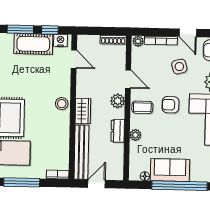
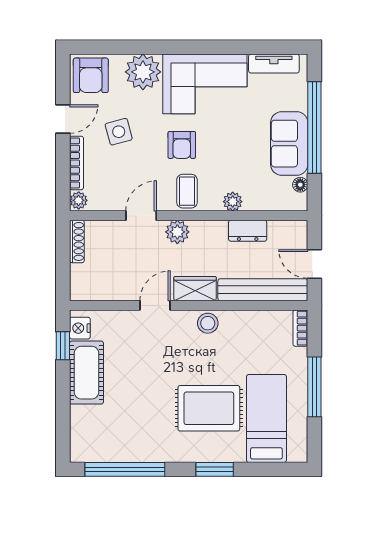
window: (20, 29) -> (63, 394), removed
door: (74, 59) -> (155, 305), moved
stool: (62, 104) -> (208, 323), moved
dresser: (118, 131) -> (248, 231), moved

